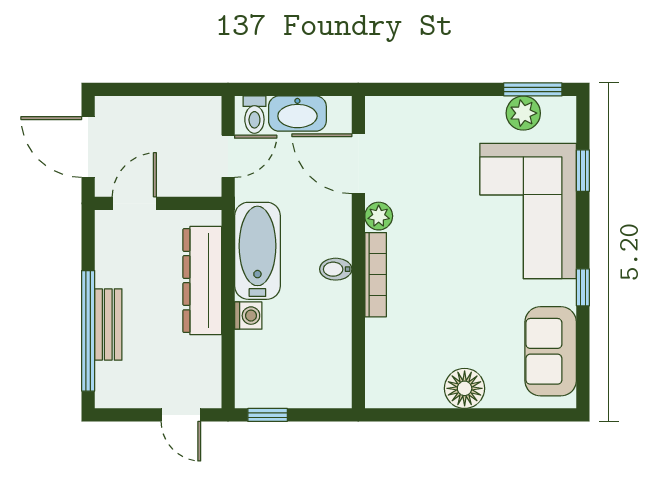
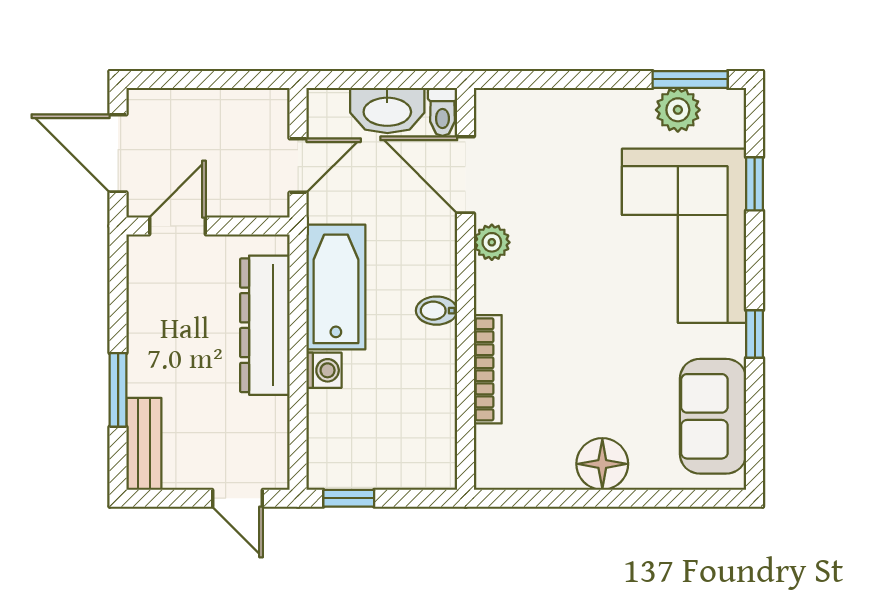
toilet: (254, 115) -> (442, 112), moved
bookcase: (376, 275) -> (488, 369), moved
bench: (108, 325) -> (144, 444), moved
window: (88, 331) -> (118, 390), width x0.47

